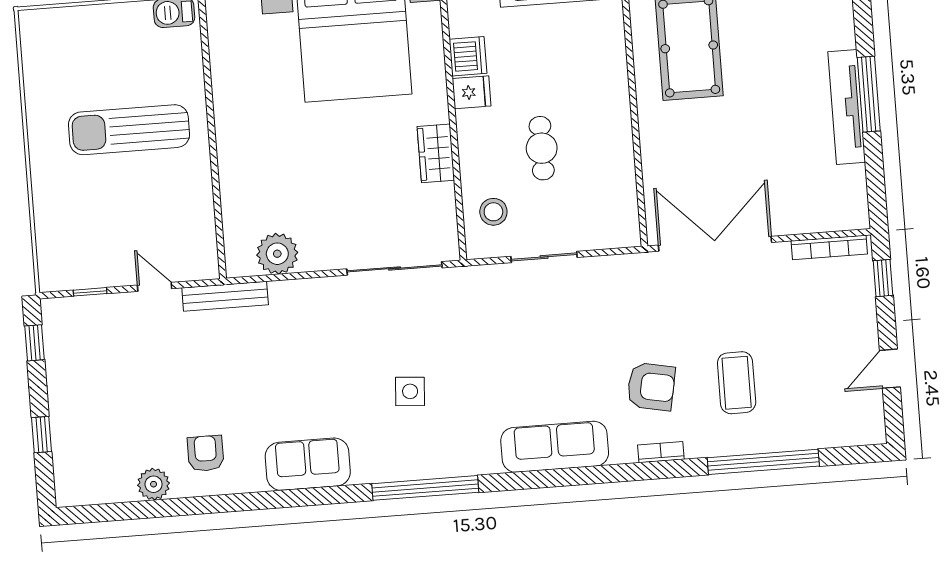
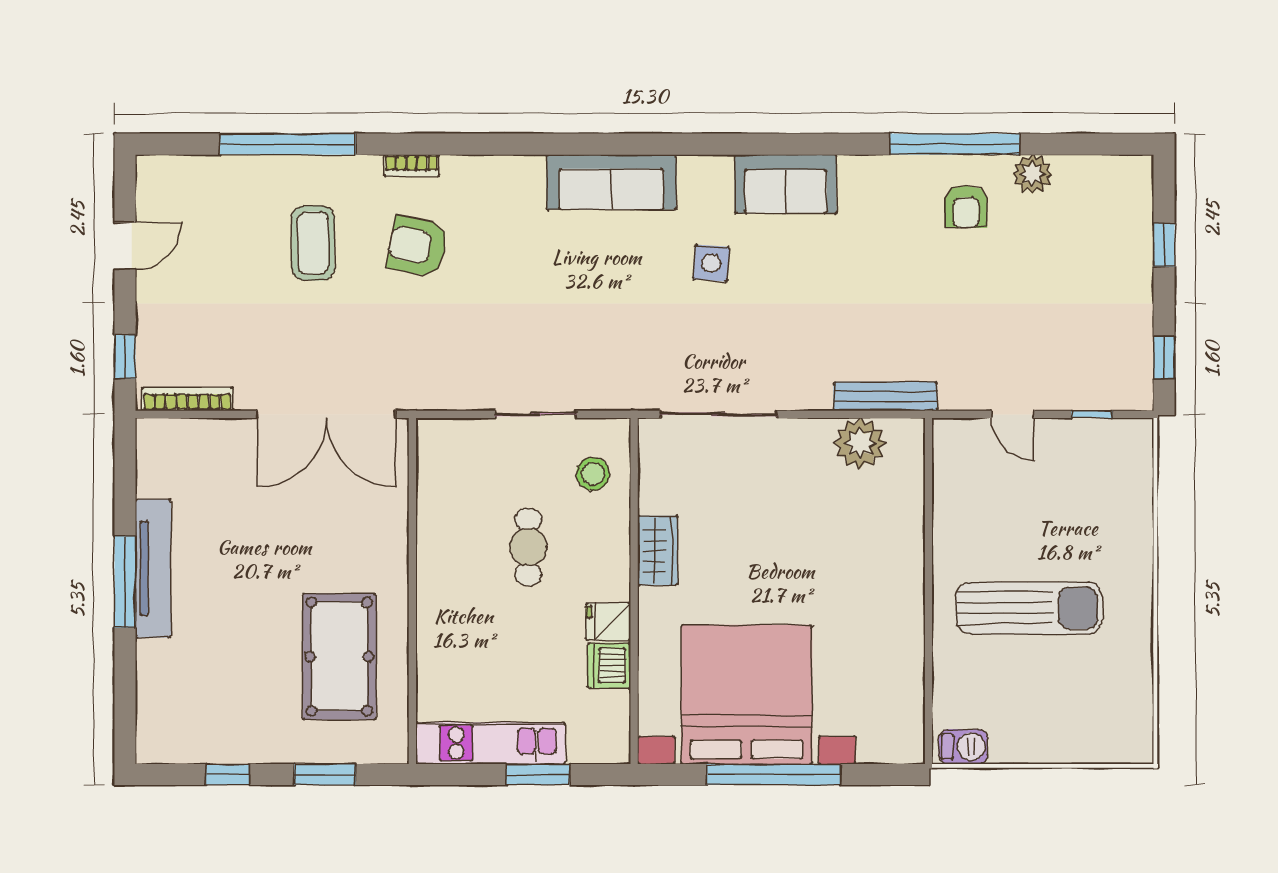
bench: (225, 296) -> (885, 396), moved
sofa: (555, 447) -> (611, 182), moved
sofa: (308, 464) -> (786, 184), moved
window: (425, 488) -> (955, 144), moved

